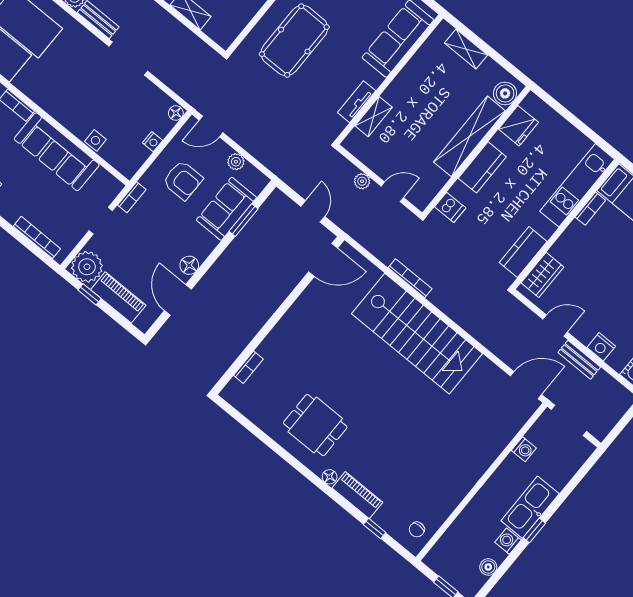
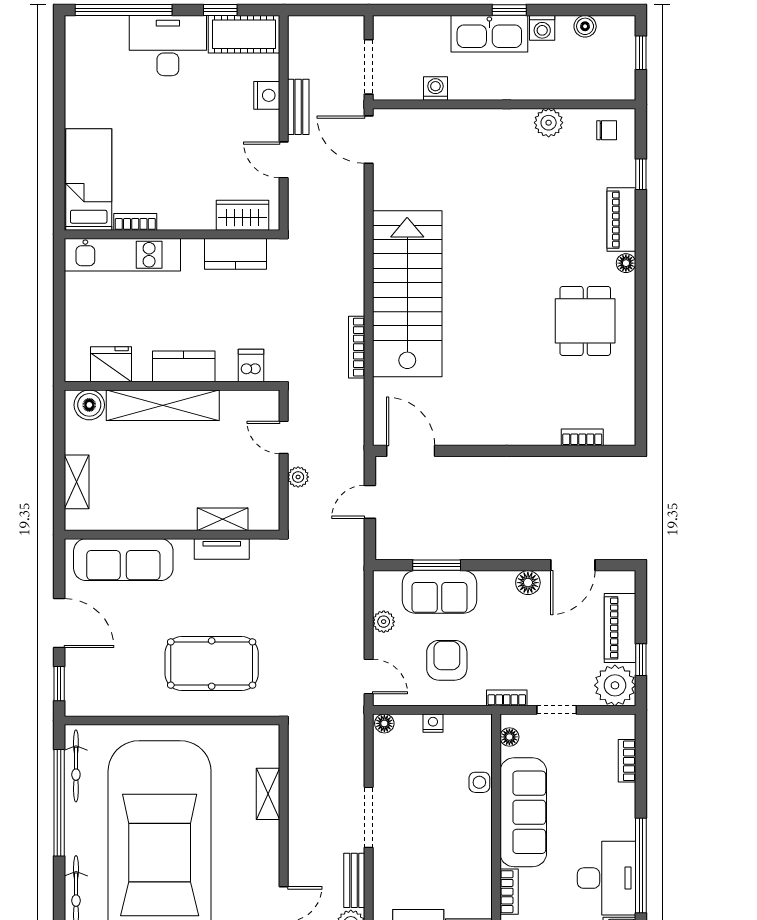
floor lamp: (108, 180) -> (509, 737), added
bookcase: (37, 237) -> (627, 761), width x0.64
plant: (449, 499) -> (549, 123), added

